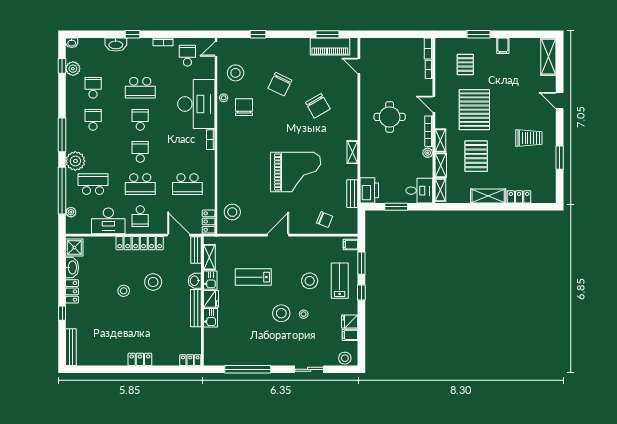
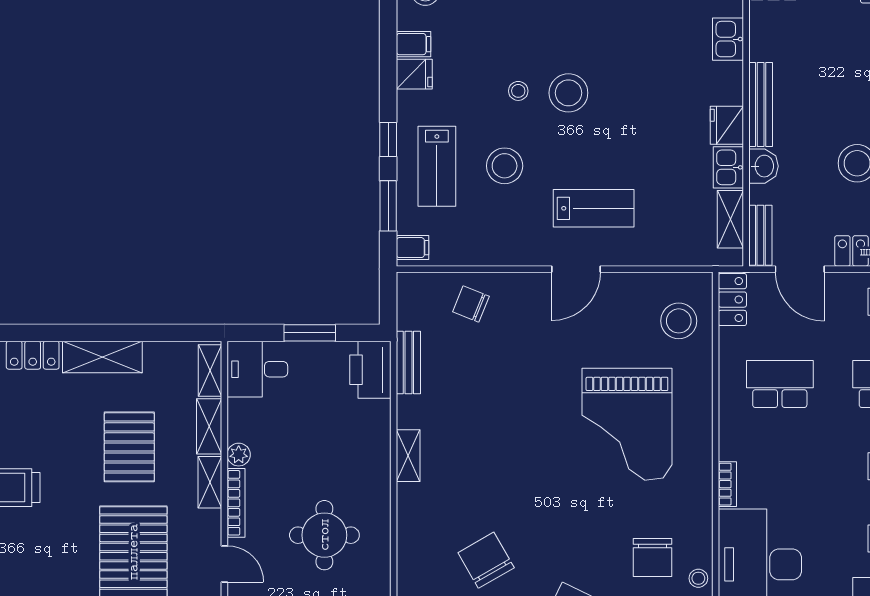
grand piano: (296, 172) -> (627, 424), moved, turned -90
lab bench: (253, 277) -> (594, 208), moved
kitchen sink: (210, 318) -> (728, 39), moved

